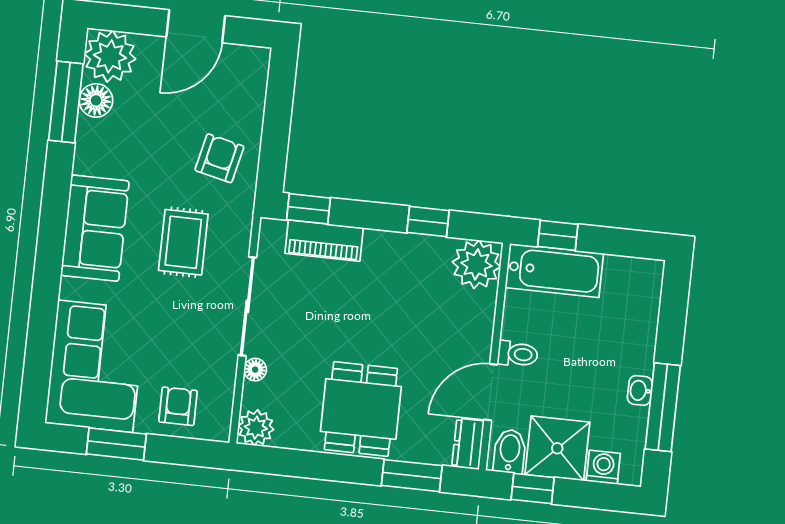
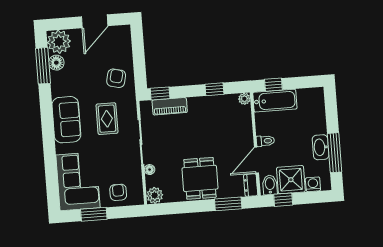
plant: (476, 264) -> (244, 99), width x0.53, depth x0.53
washbasin: (640, 390) -> (321, 147), width x1.91, depth x1.45

